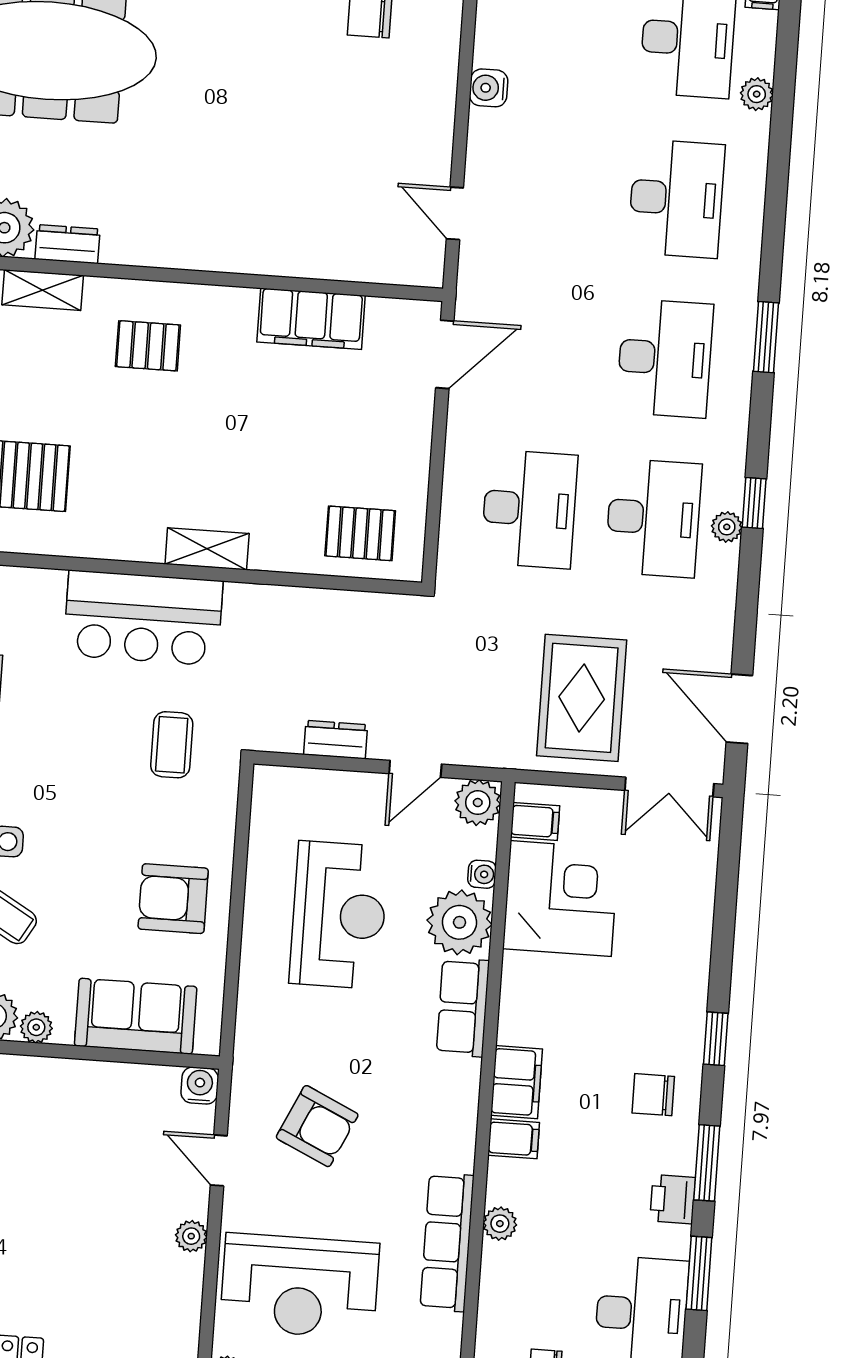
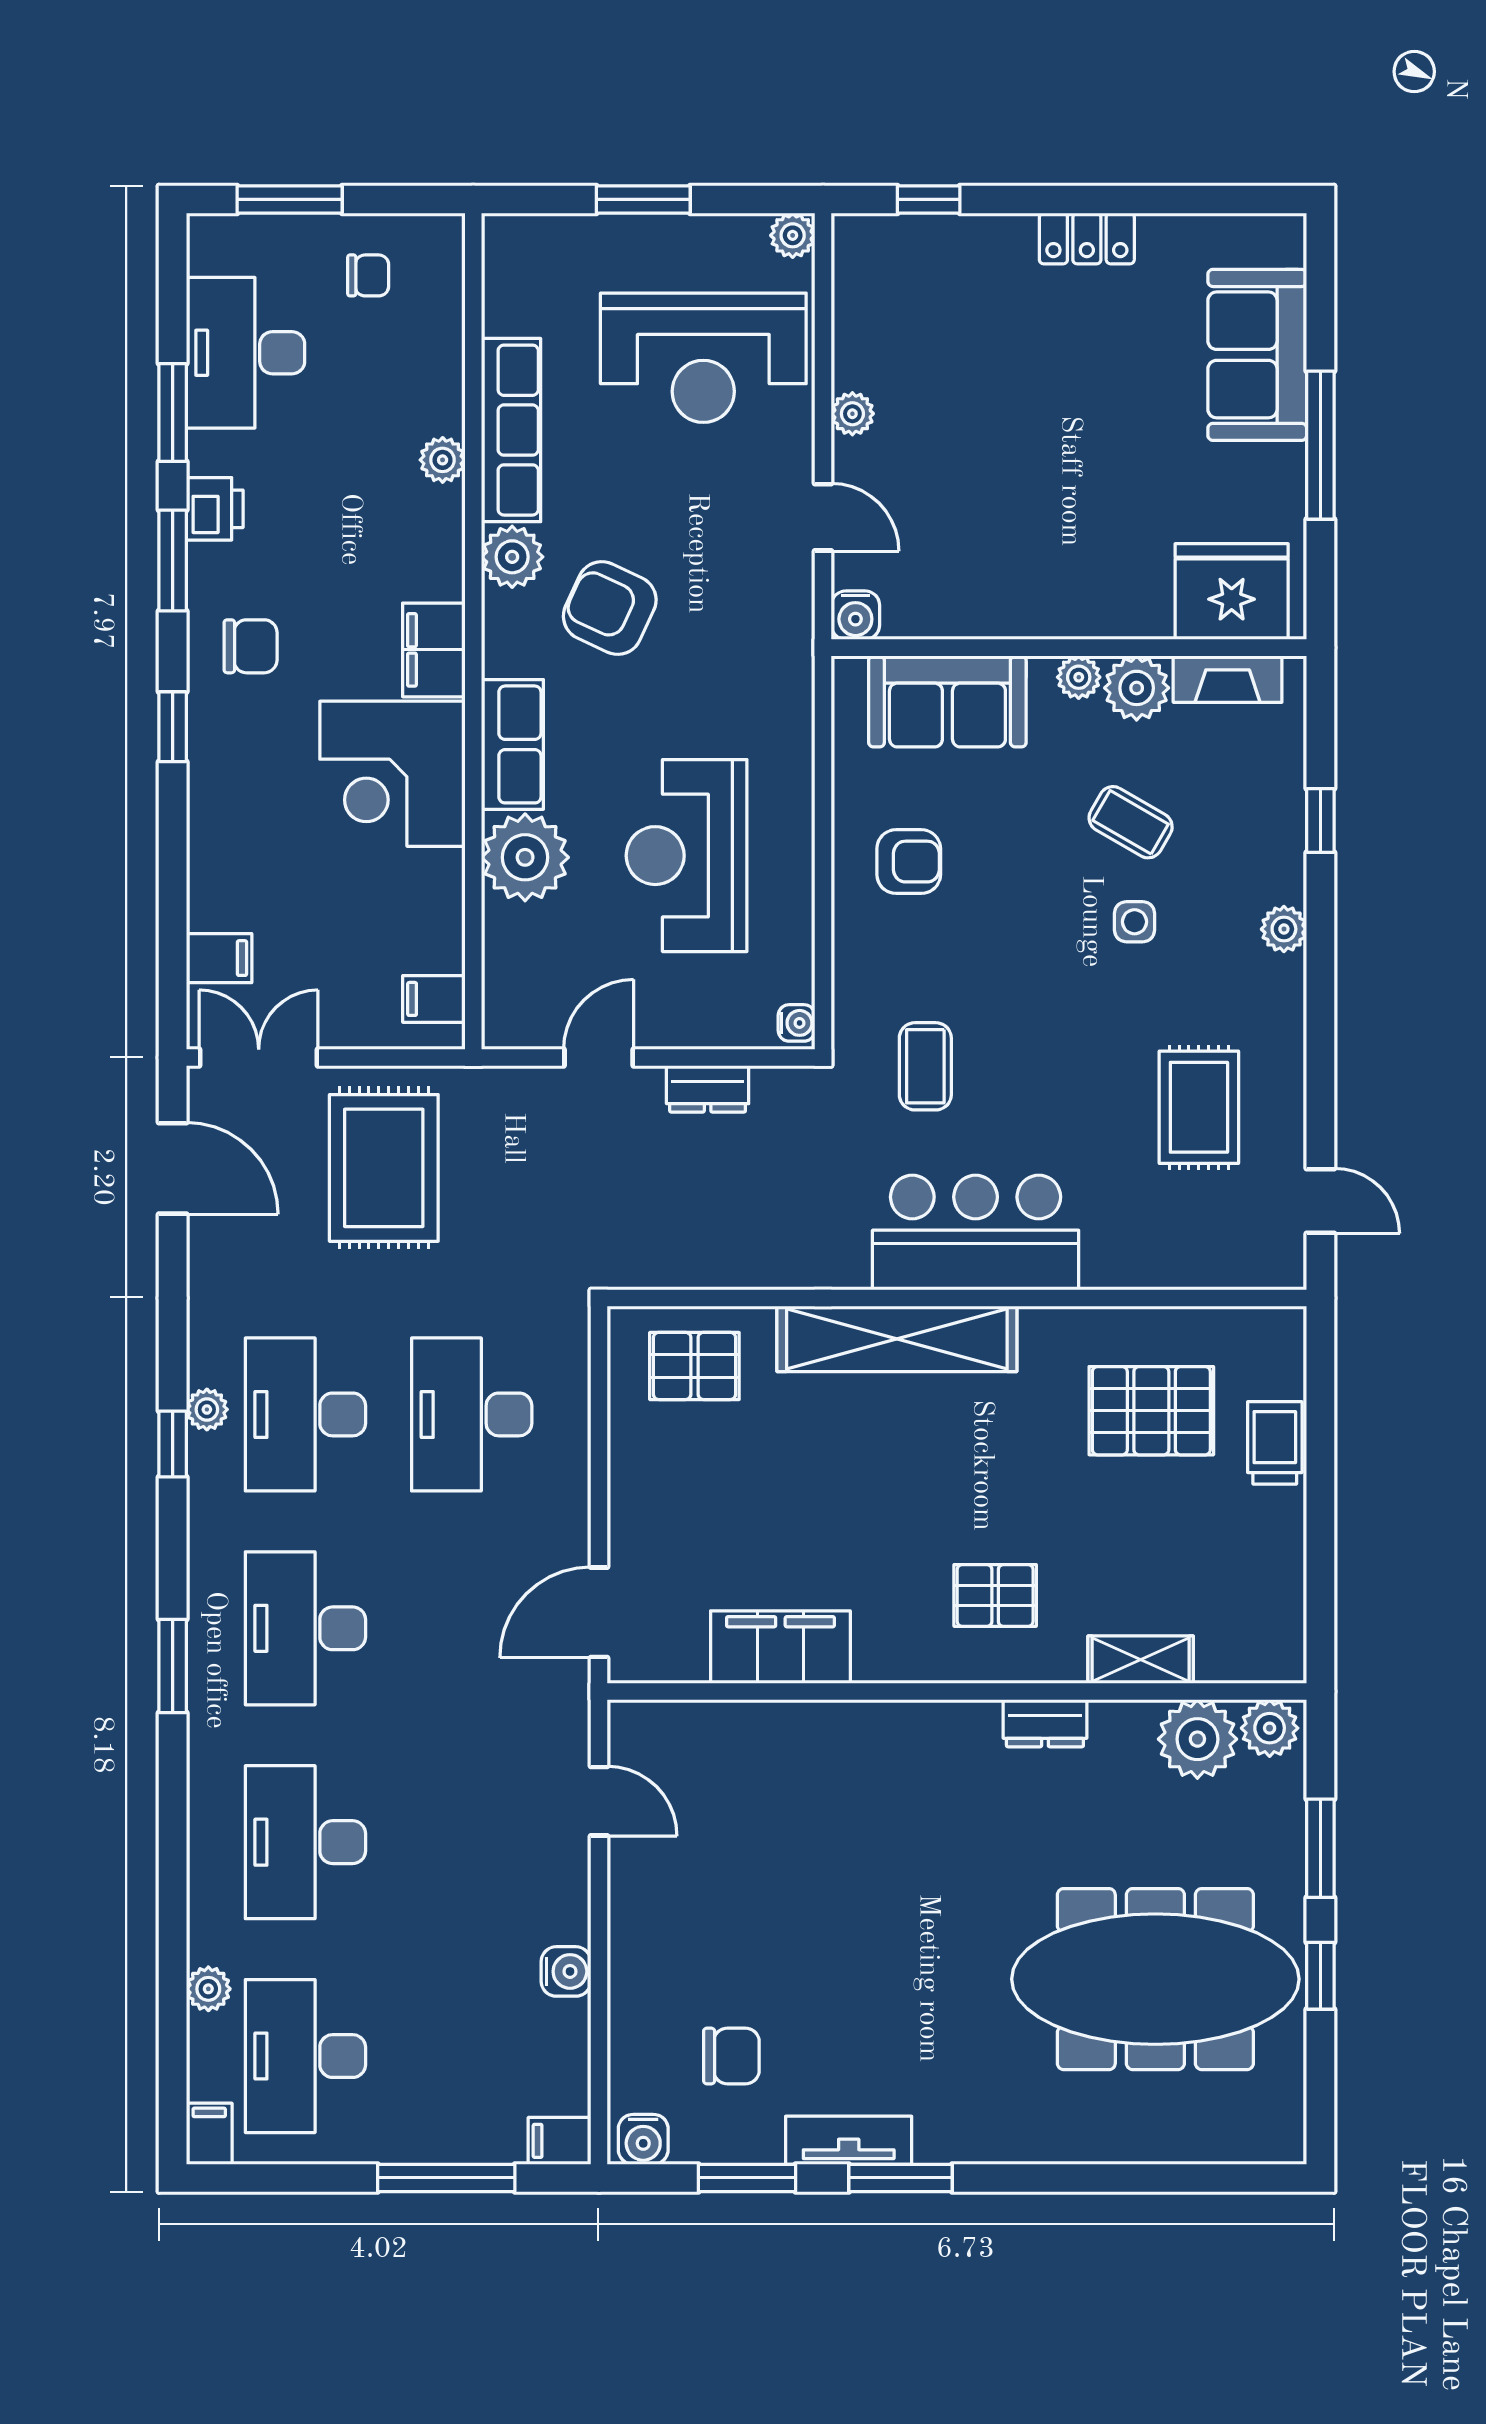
dresser: (67, 244) -> (1045, 1723), moved
shelving: (207, 549) -> (897, 1339), width x2.20, depth x1.33
plant: (478, 803) -> (512, 557), moved
water cooler: (482, 874) -> (797, 1023), moved, turned 180
armchair: (173, 899) -> (909, 862), width x0.72, depth x0.72
corner desk: (561, 899) -> (392, 774), moved
armchair: (317, 1126) -> (610, 608), moved
filing cabinet: (514, 1139) -> (219, 958), moved, turned 180
reception desk: (300, 1286) -> (703, 358), turned 180

